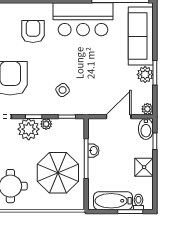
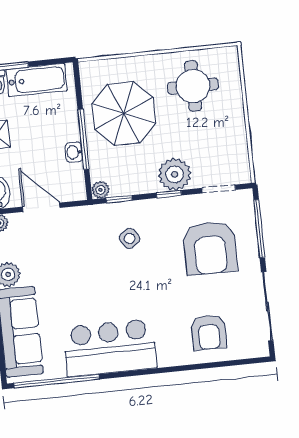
armchair: (33, 31) -> (209, 332), moved
door: (119, 117) -> (41, 207), swing flipped
plant: (46, 124) -> (101, 190), moved

